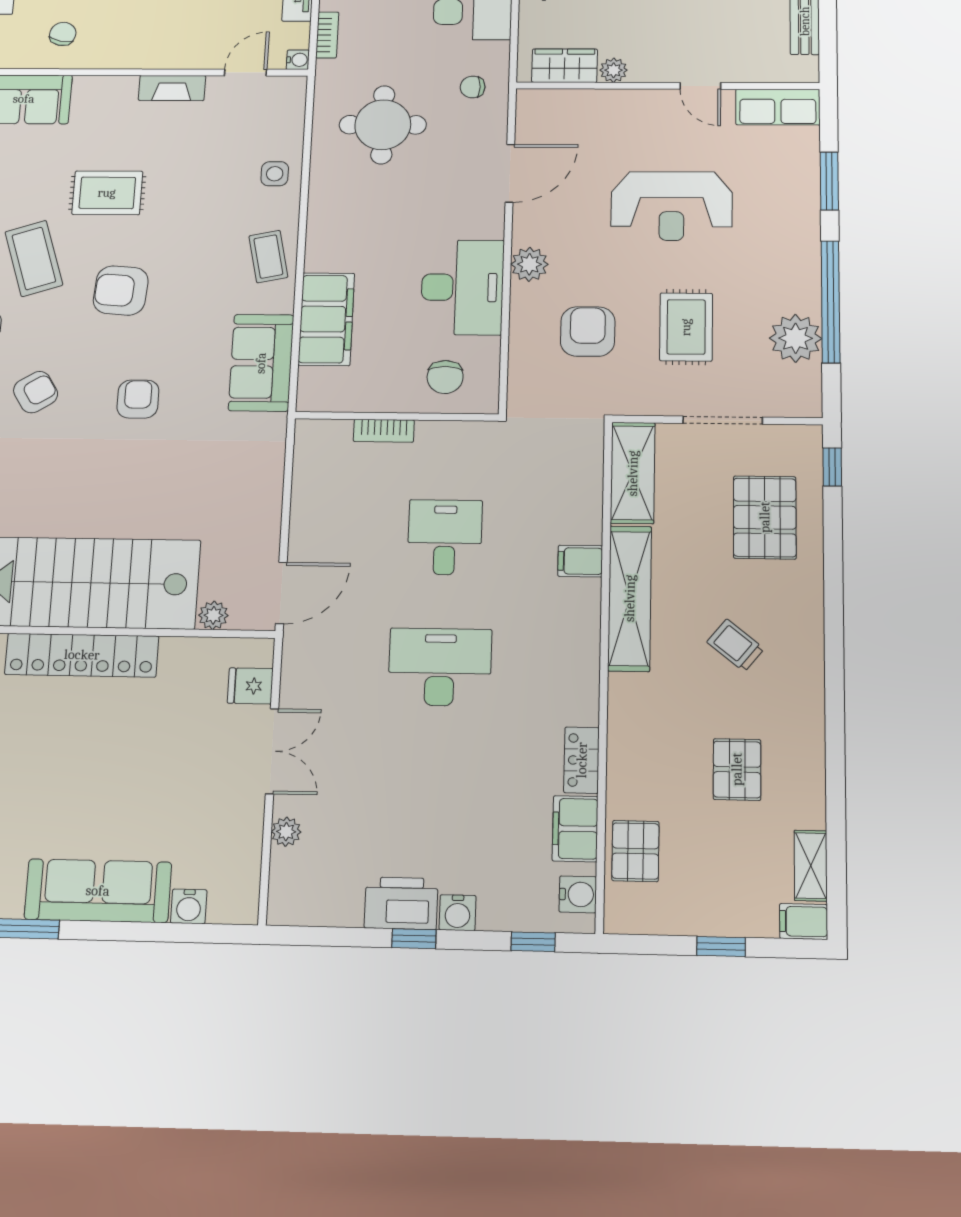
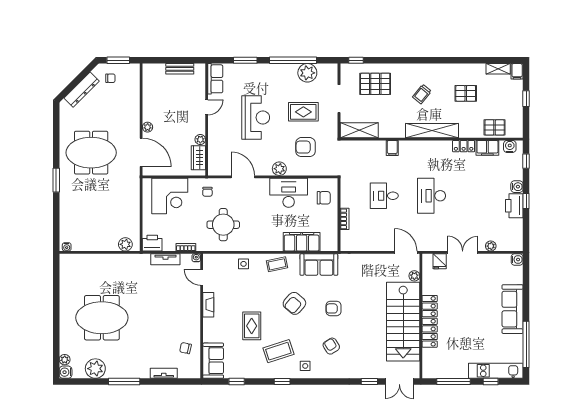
armchair: (121, 291) -> (294, 303), moved, turned 37
shelving: (630, 598) -> (432, 131), moved
water cooler: (189, 906) -> (517, 260), moved

